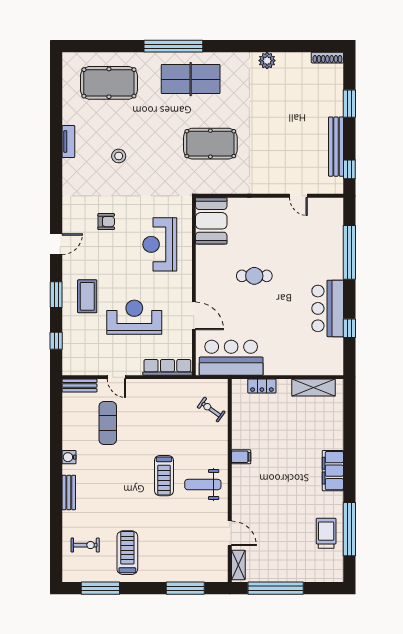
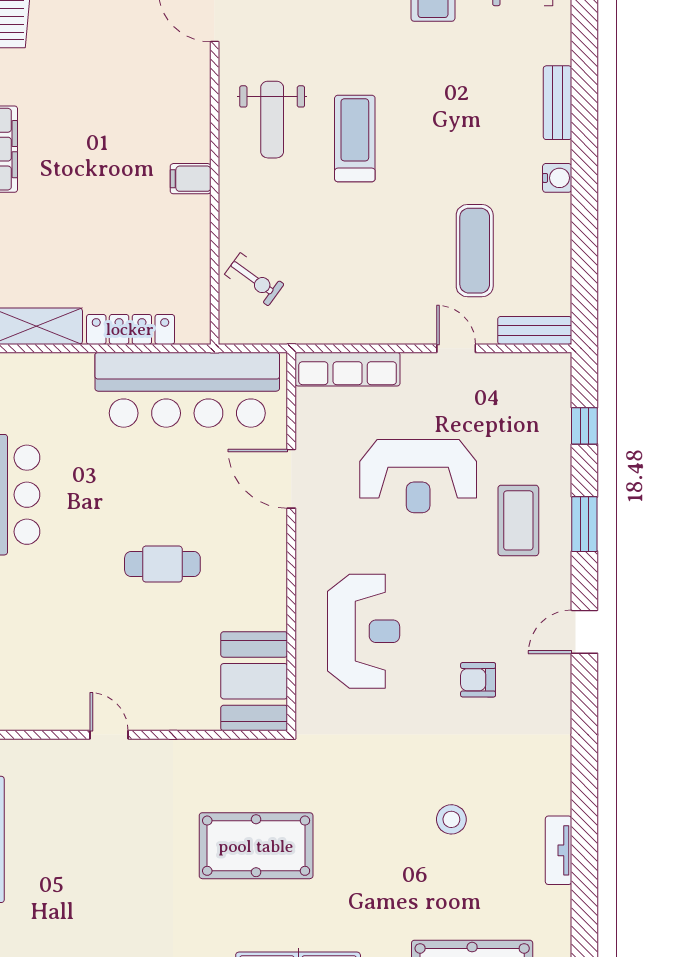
door: (298, 196) -> (109, 735), moved
bar counter: (231, 358) -> (187, 390), width x1.36
locker: (262, 386) -> (130, 329), width x1.53
weight bench: (203, 485) -> (272, 120), turned 90

